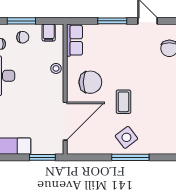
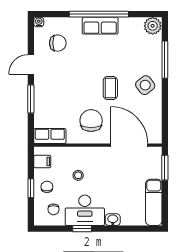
window: (21, 21) -> (31, 188), width x0.67
stool: (56, 68) -> (78, 175), moved
coffee table: (123, 102) -> (110, 88), turned 90
window: (130, 157) -> (165, 60), moved

